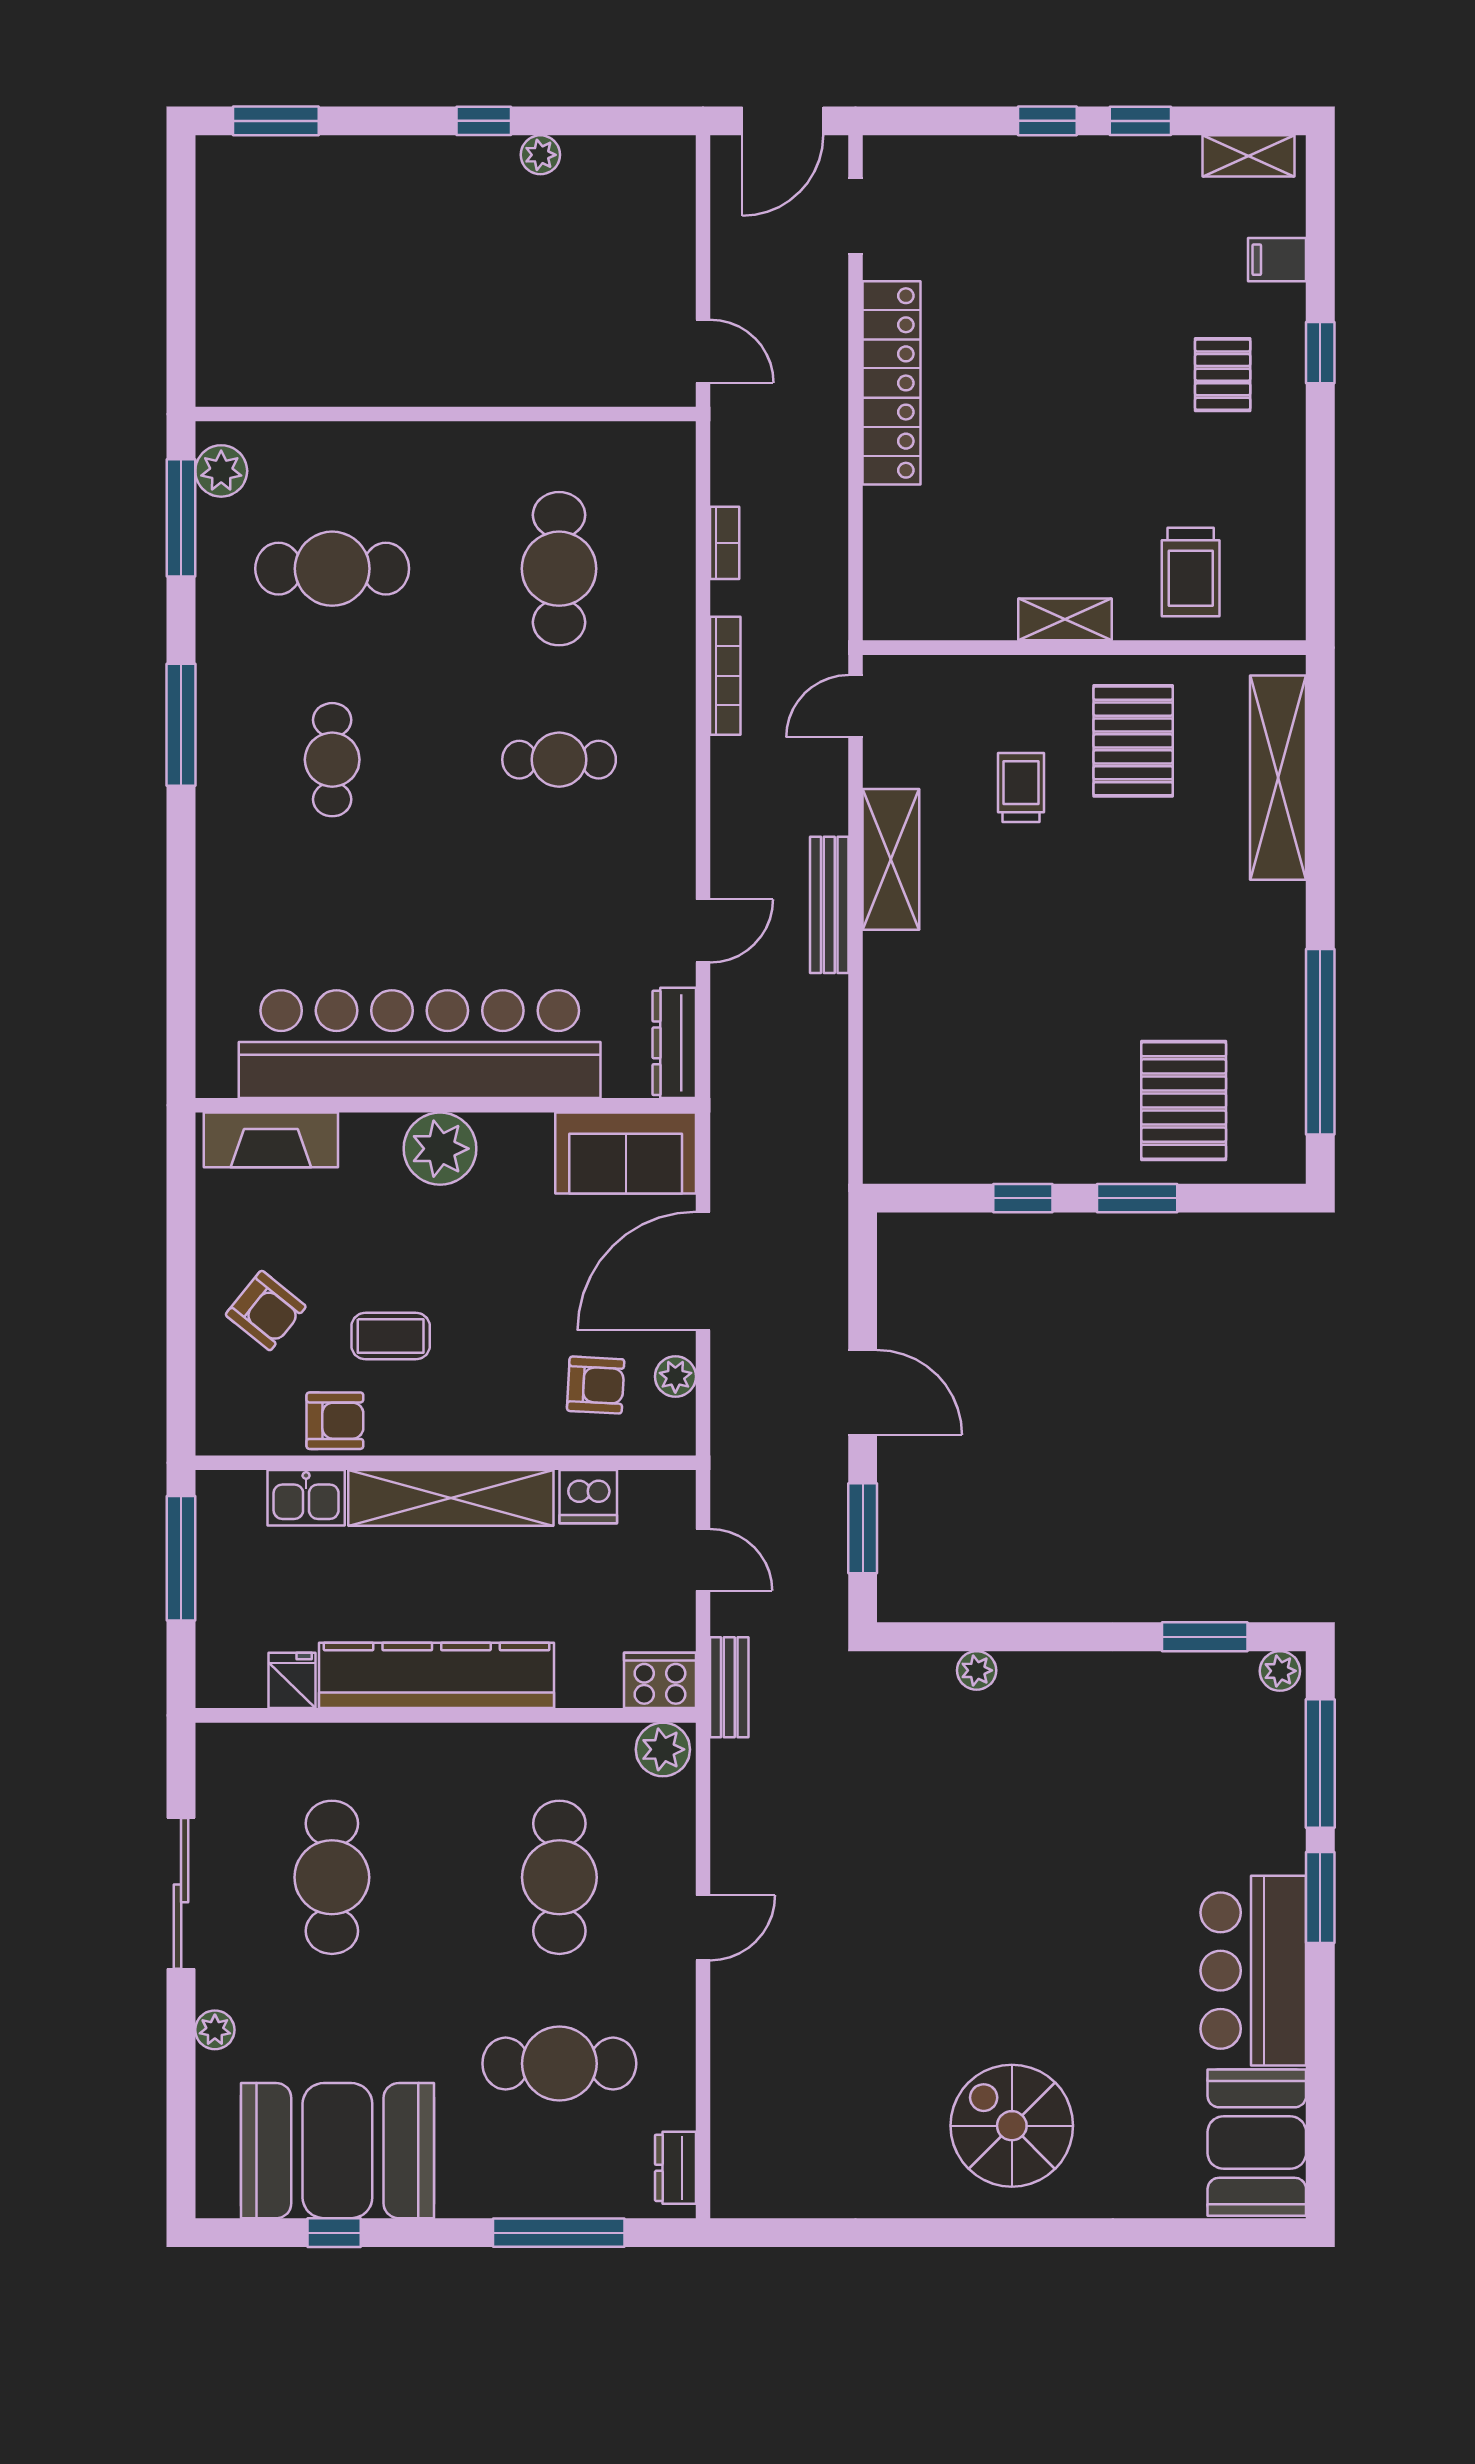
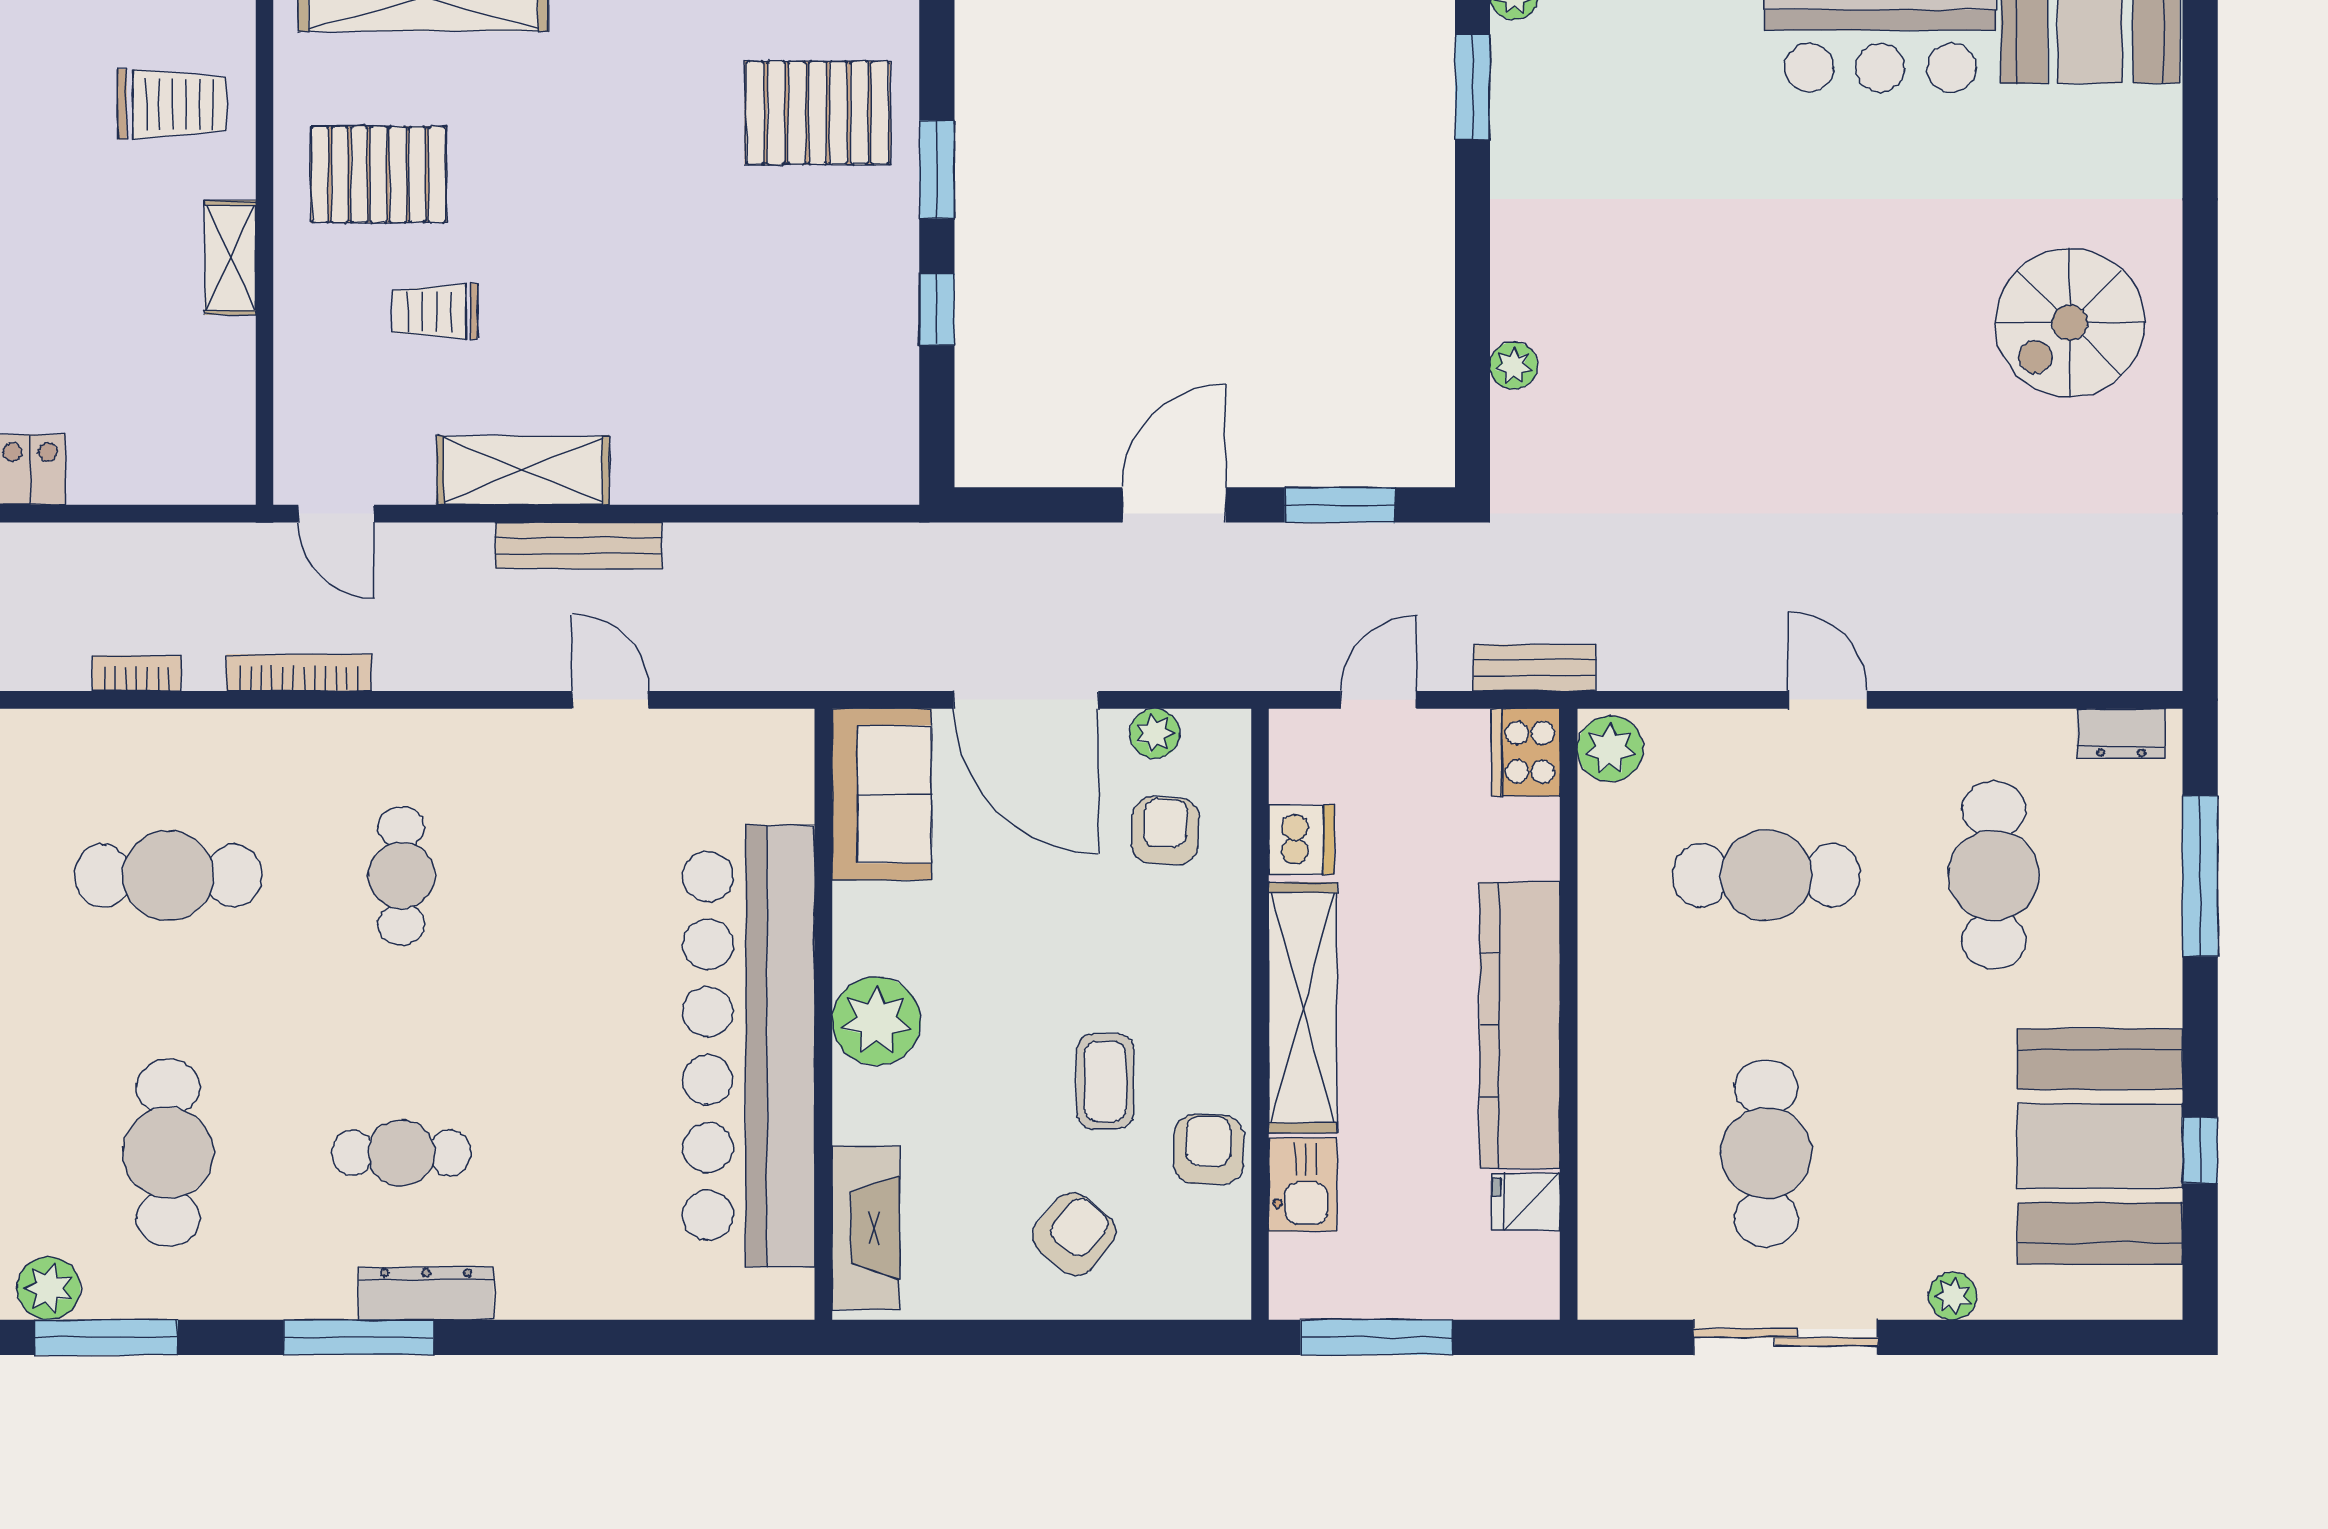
dresser: (674, 1043) -> (426, 1293), moved, turned 180
cafe table: (332, 1877) -> (1766, 1153), turned 90

